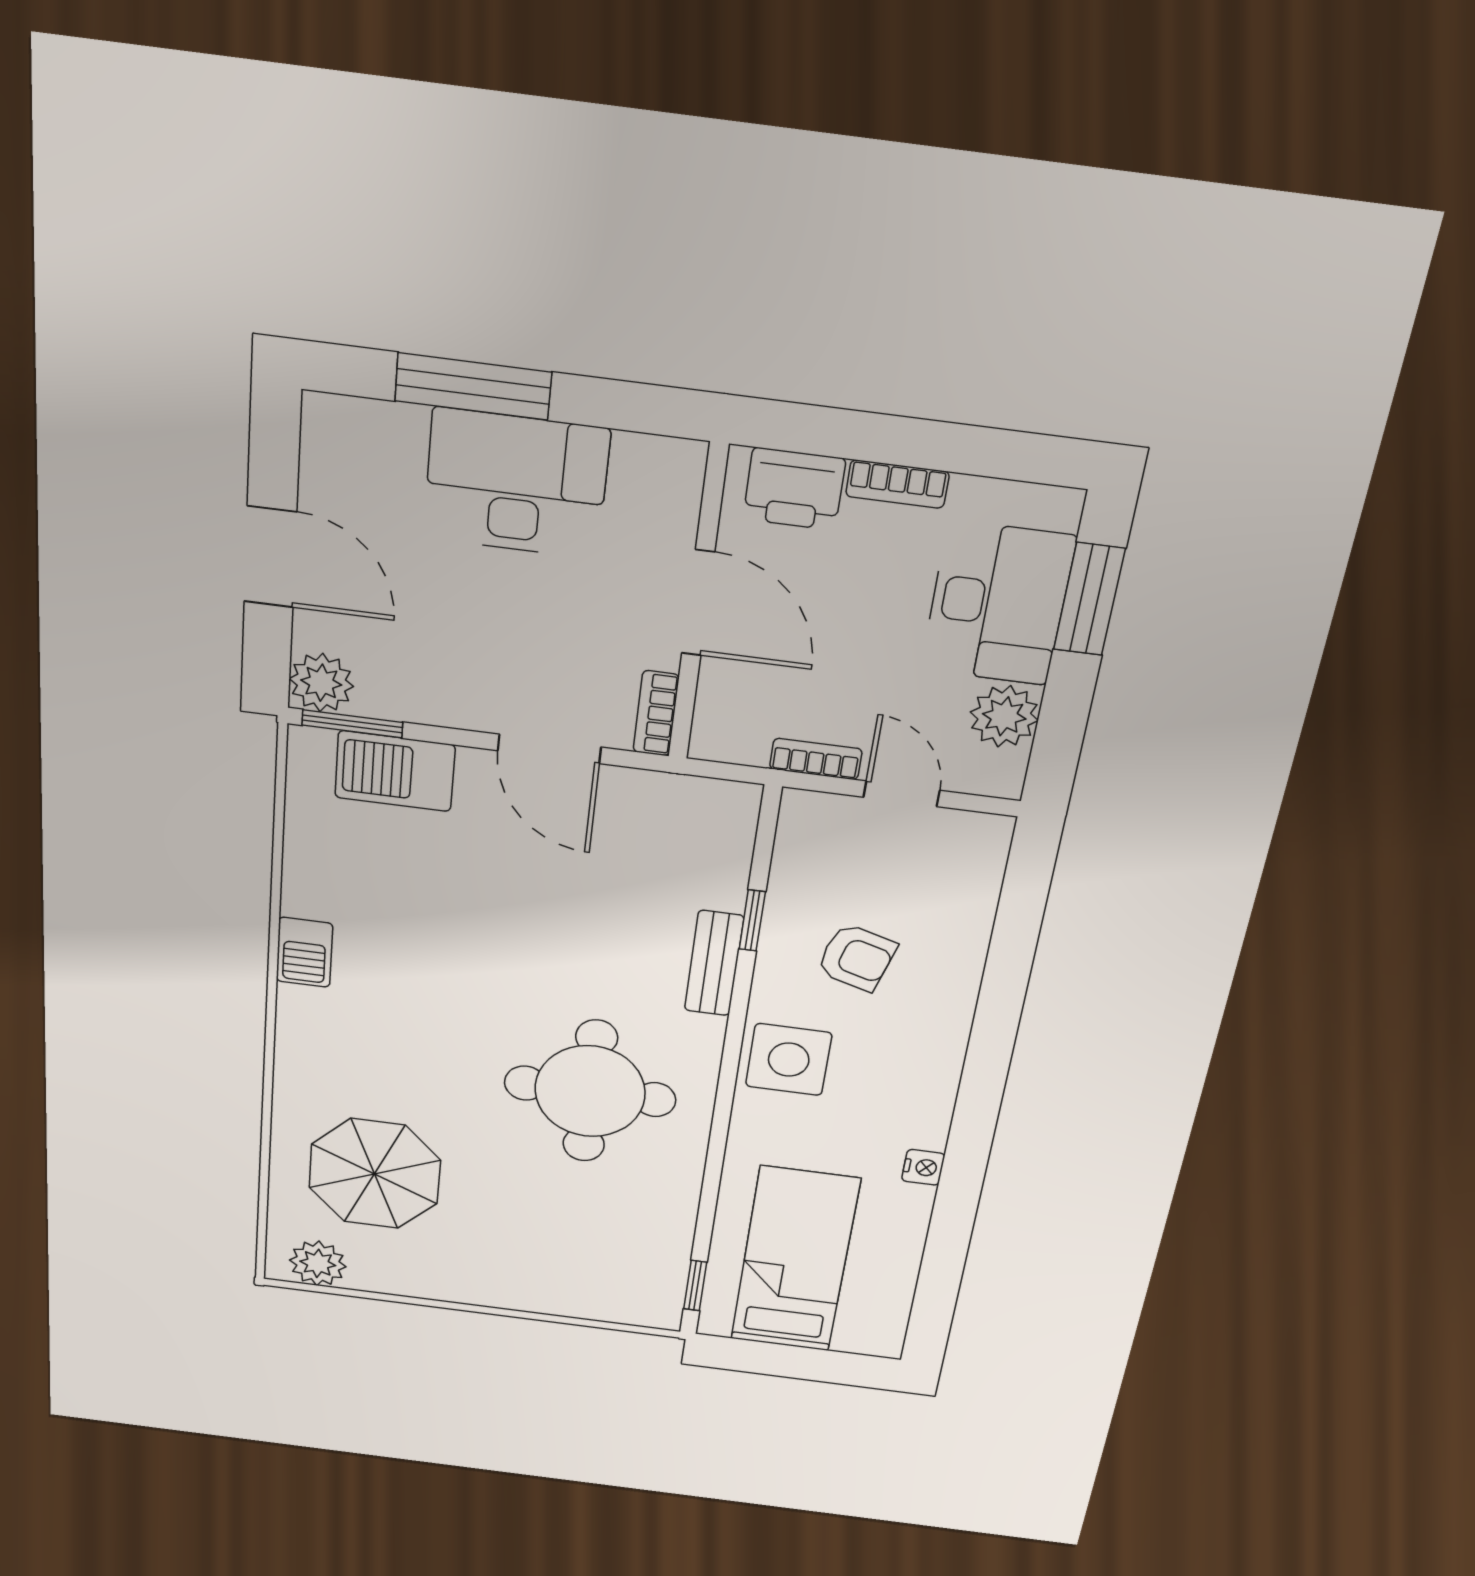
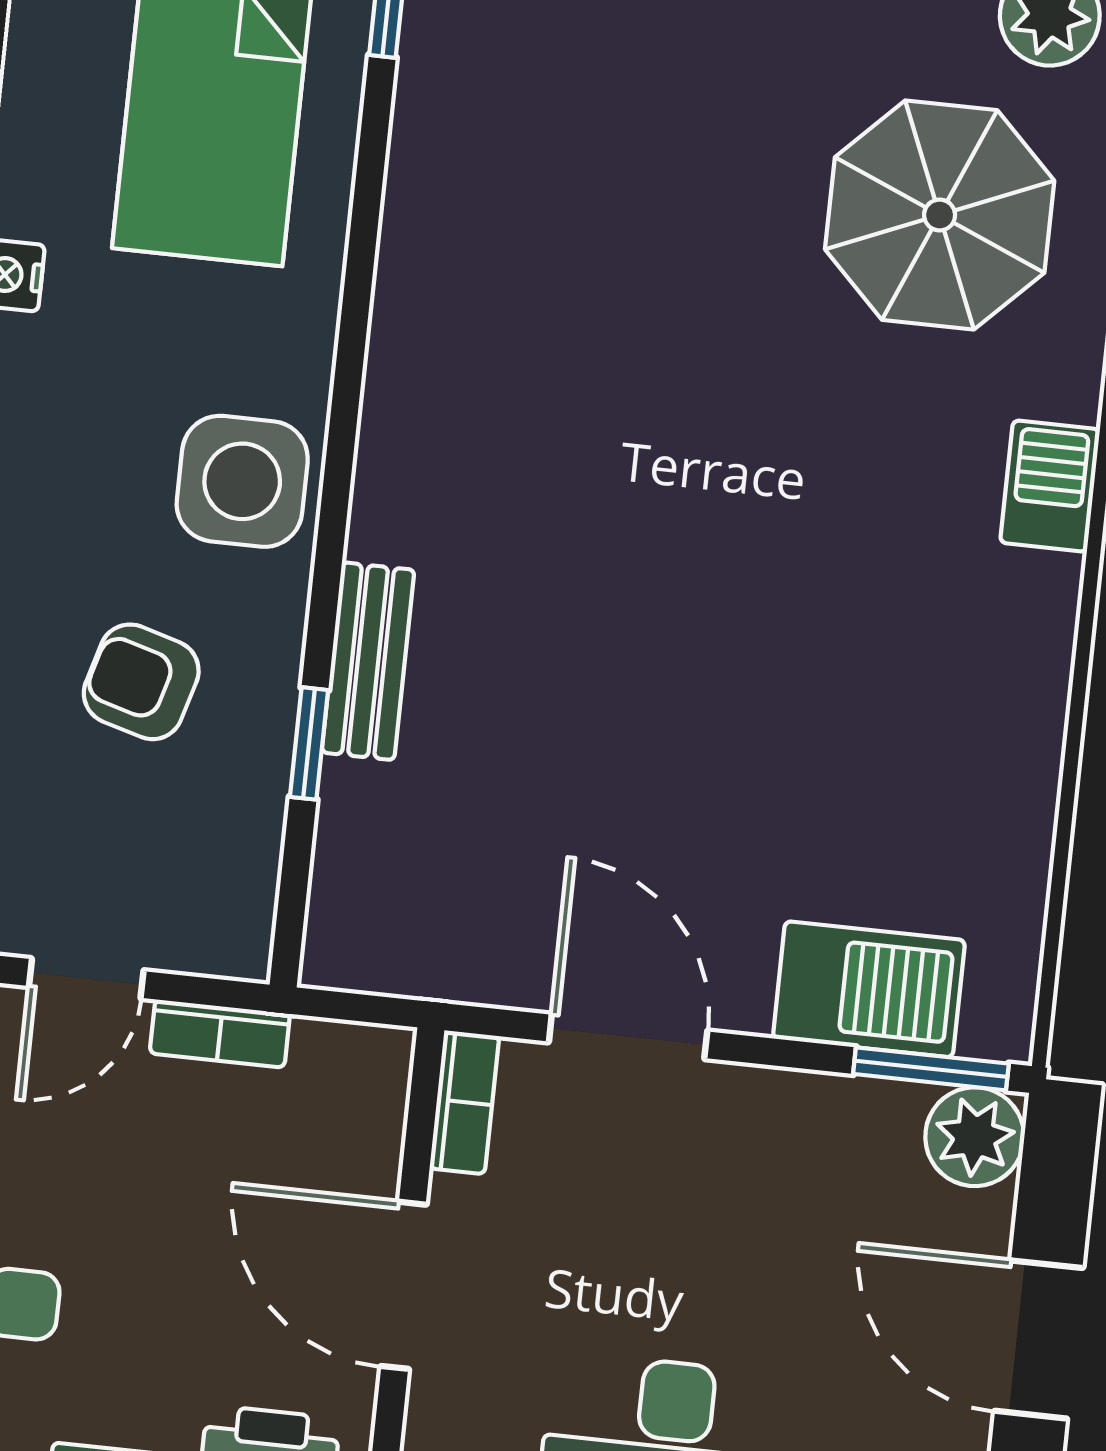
door: (902, 794) -> (86, 979), hinge flipped
barbecue: (304, 952) -> (1050, 486), moved
round table: (590, 1091) -> (569, 403), removed

